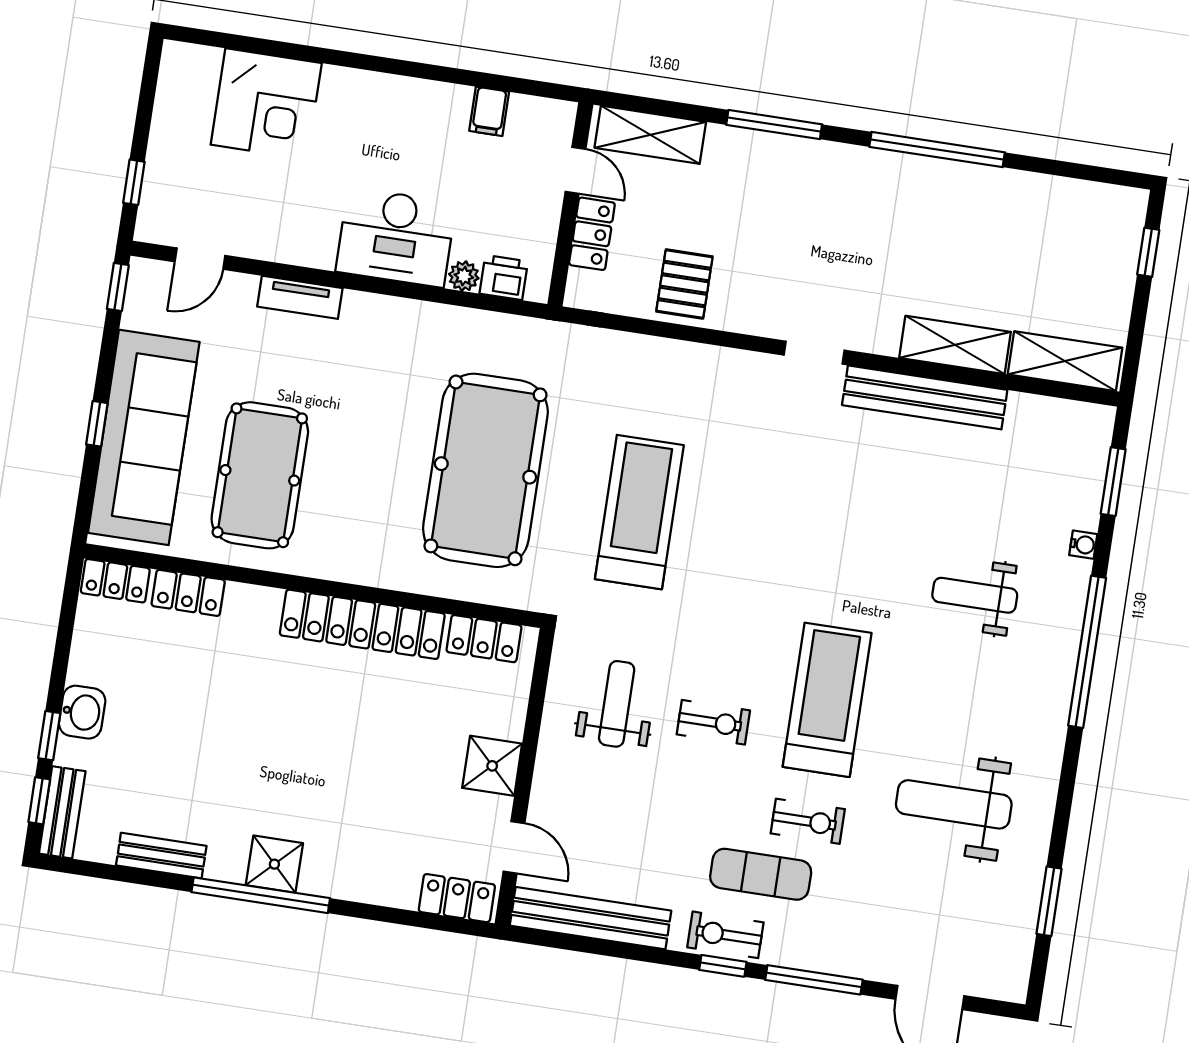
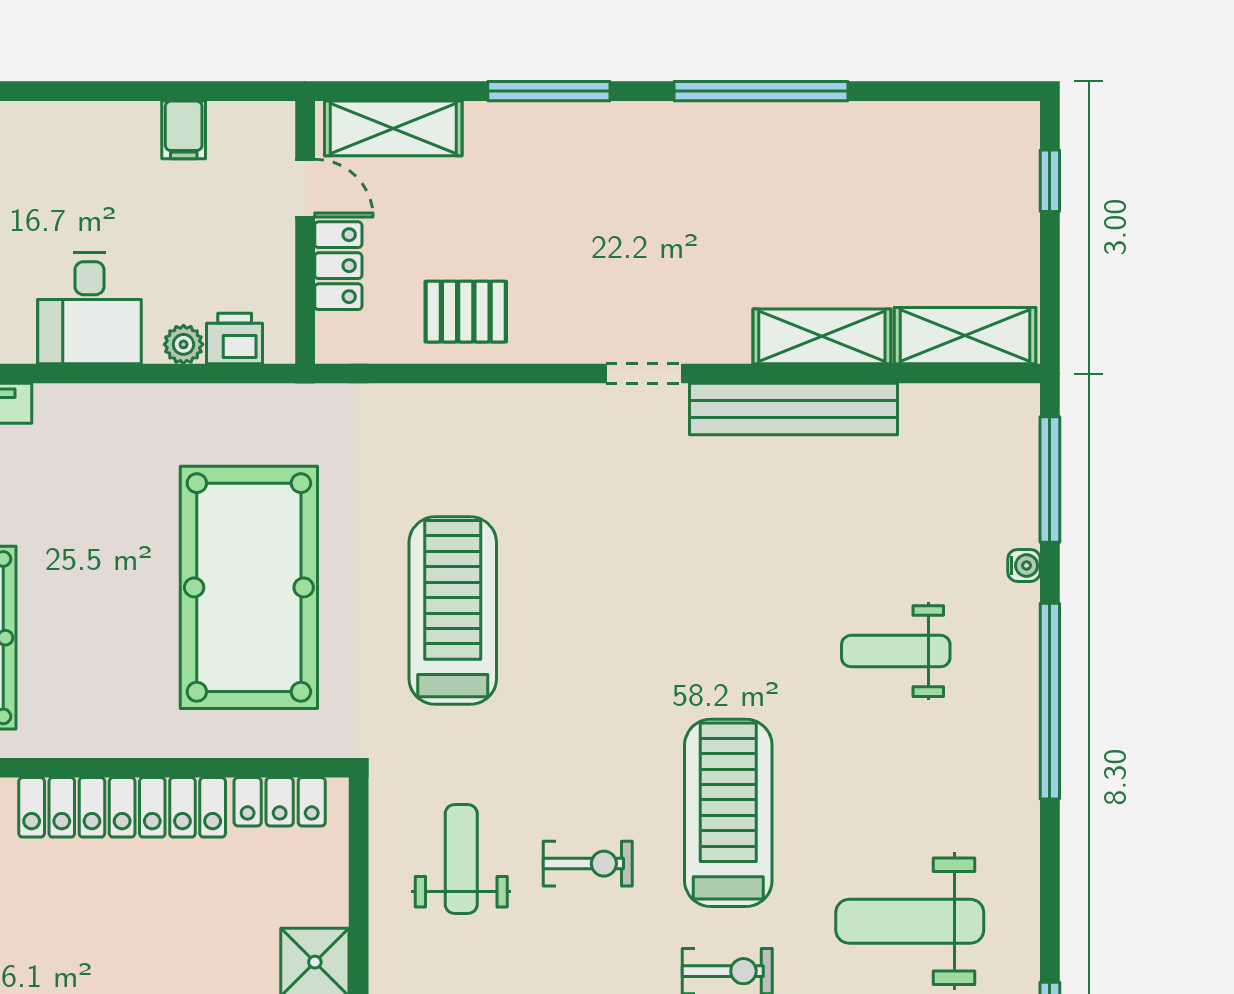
desk: (396, 237) -> (89, 308), width x0.73
pallet: (684, 284) -> (466, 312), turned 90
window: (1113, 482) -> (1050, 479), width x1.44

